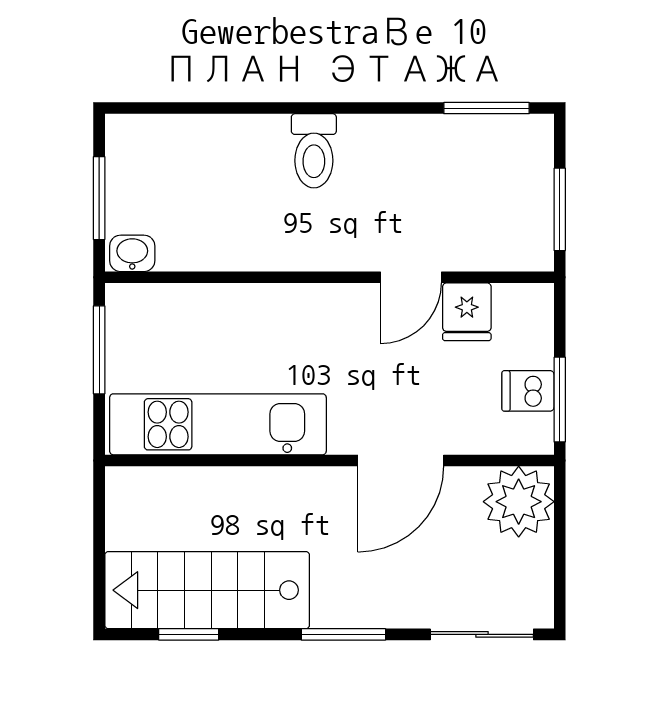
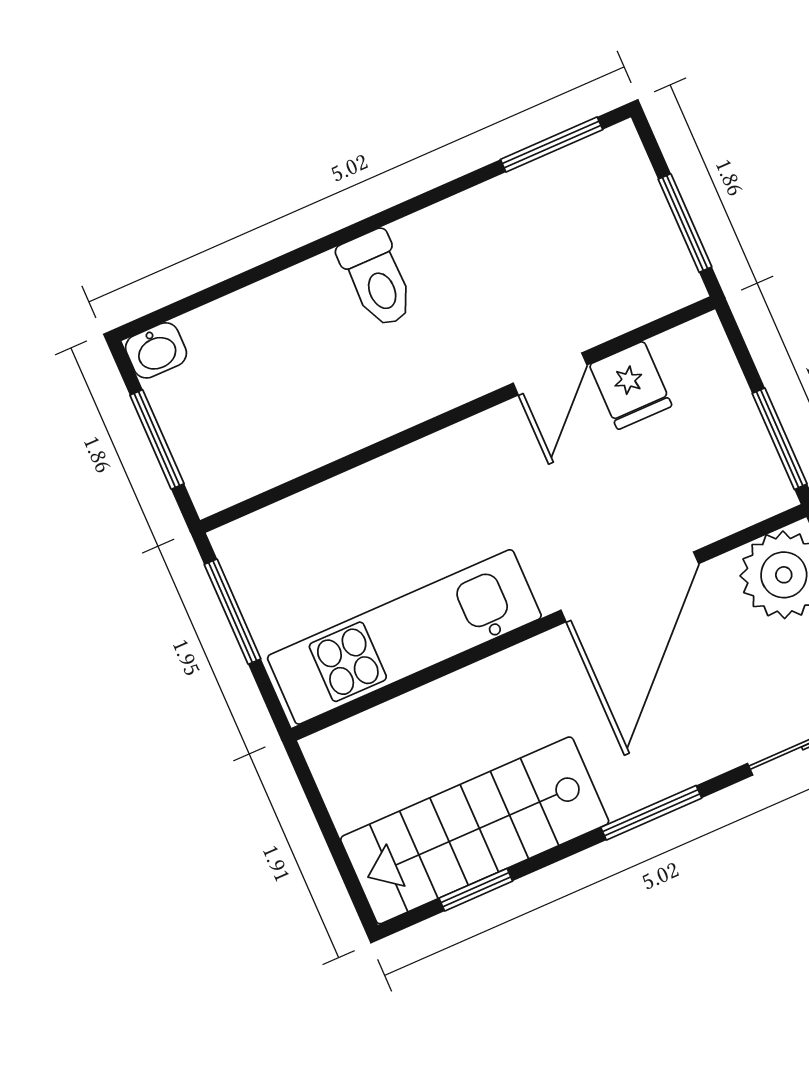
washbasin: (132, 253) -> (156, 350), moved, turned 180
dishwasher: (528, 391) -> (739, 445), removed
door: (401, 460) -> (630, 587), width x1.36

